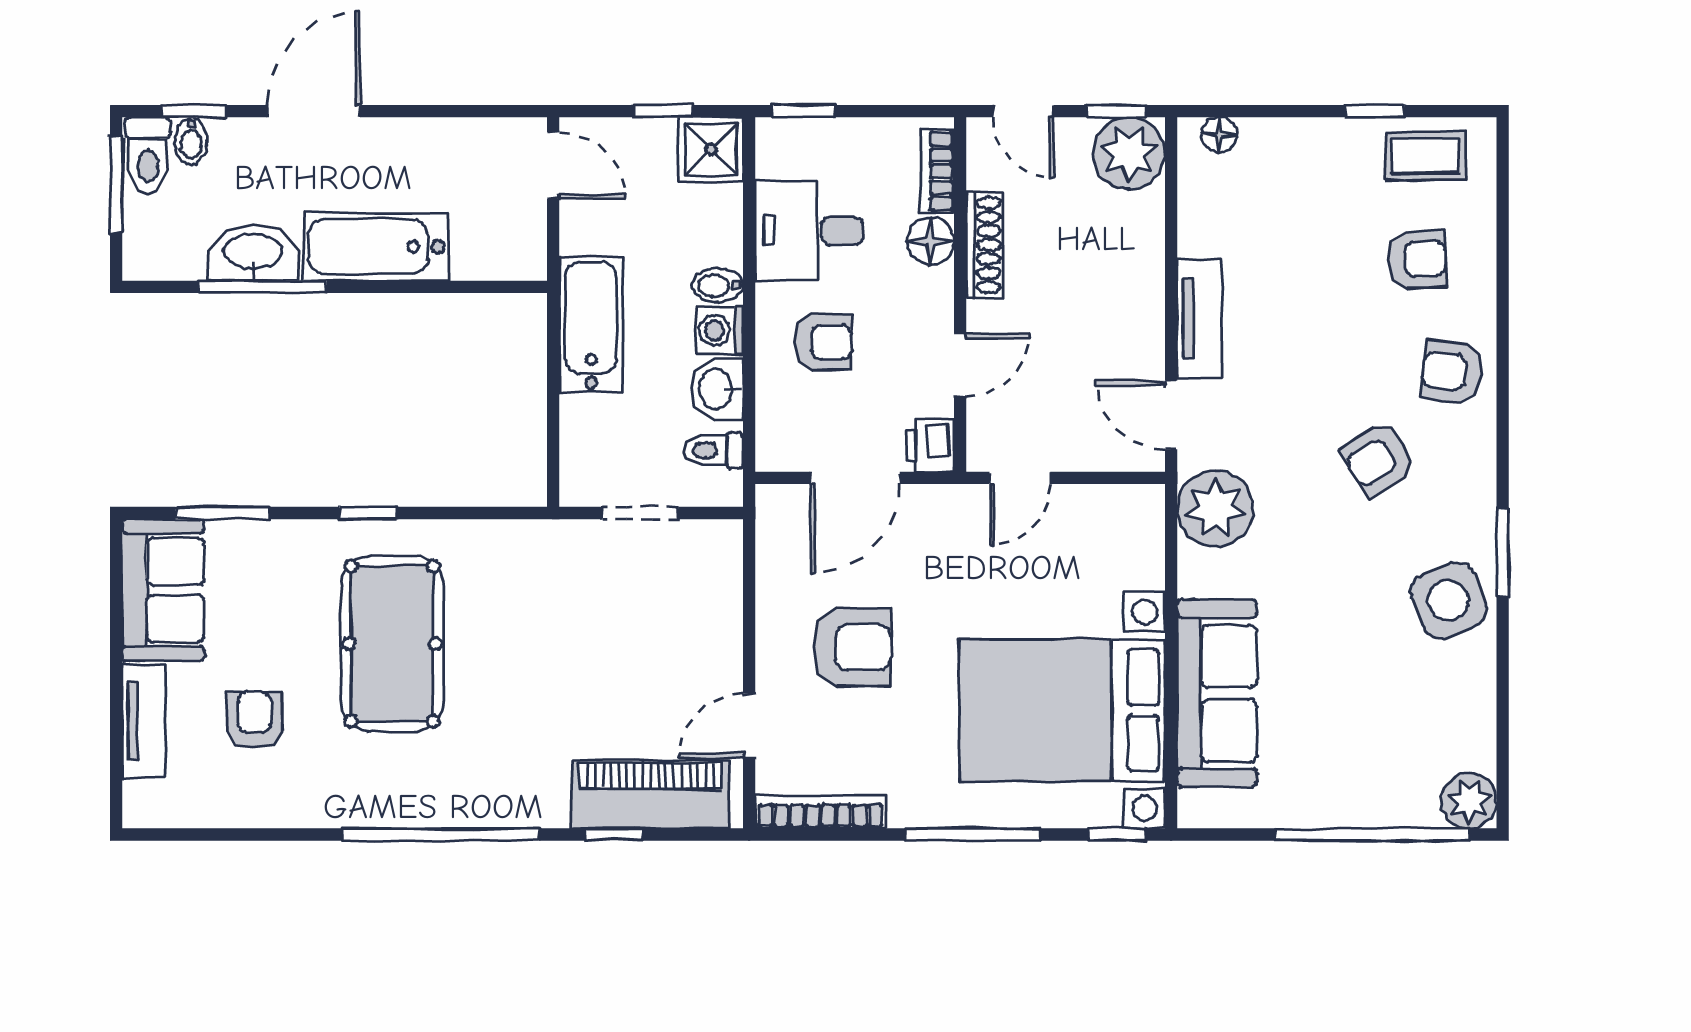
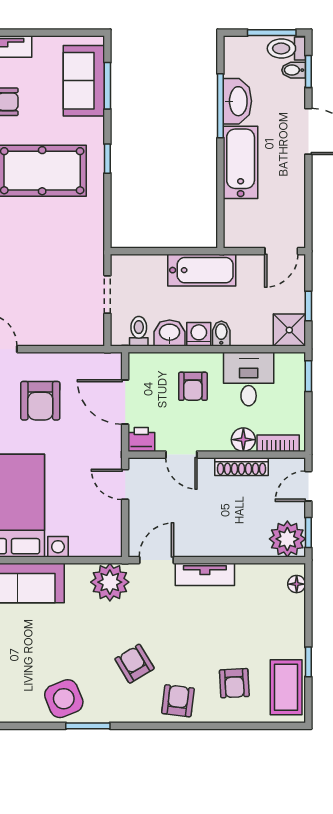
coffee table: (1426, 156) -> (286, 687), width x1.36, depth x1.30
sofa: (163, 590) -> (84, 81), moved, turned 90

